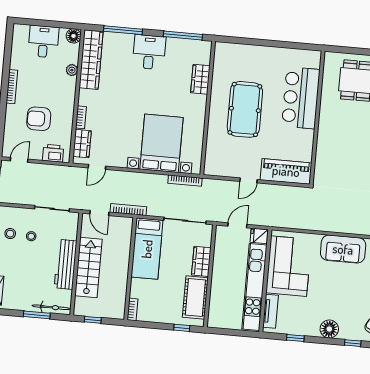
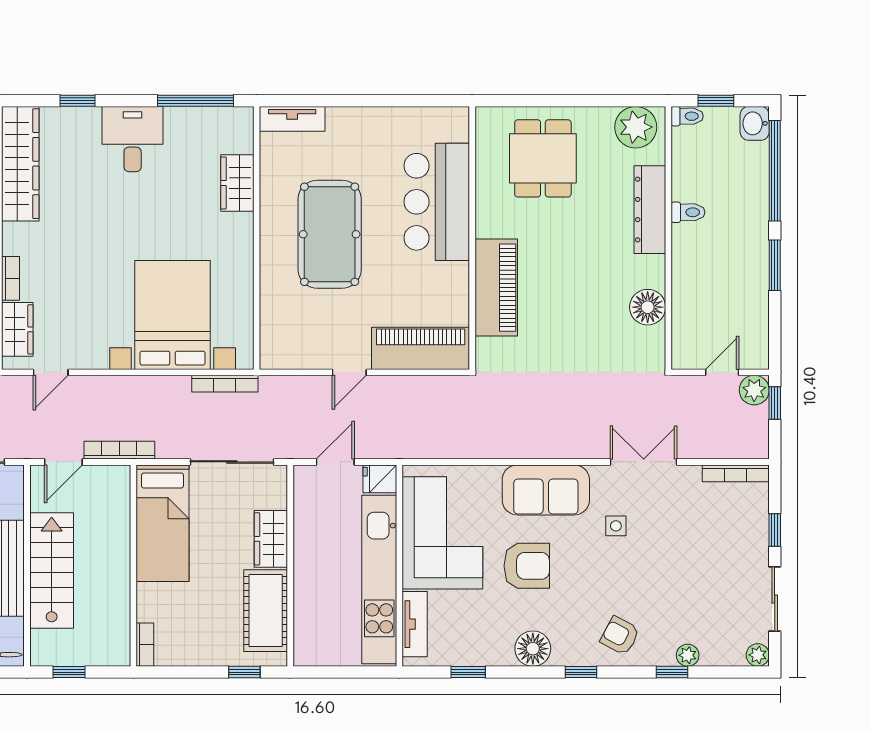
window: (123, 30) -> (78, 101), width x0.46
tv unit: (231, 49) -> (292, 119), added
piano: (327, 144) -> (496, 288), added
door: (99, 213) -> (63, 462), hinge flipped
armchair: (330, 287) -> (527, 566), added

